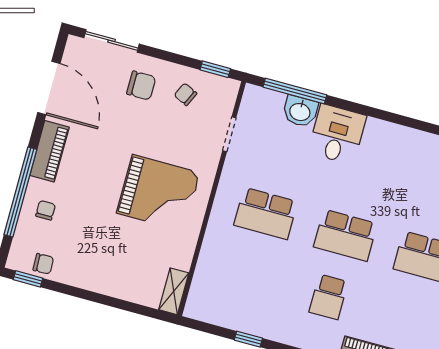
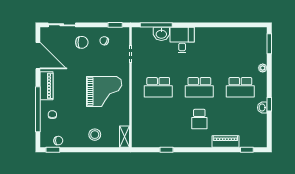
stool: (117, 271) -> (95, 135), added

